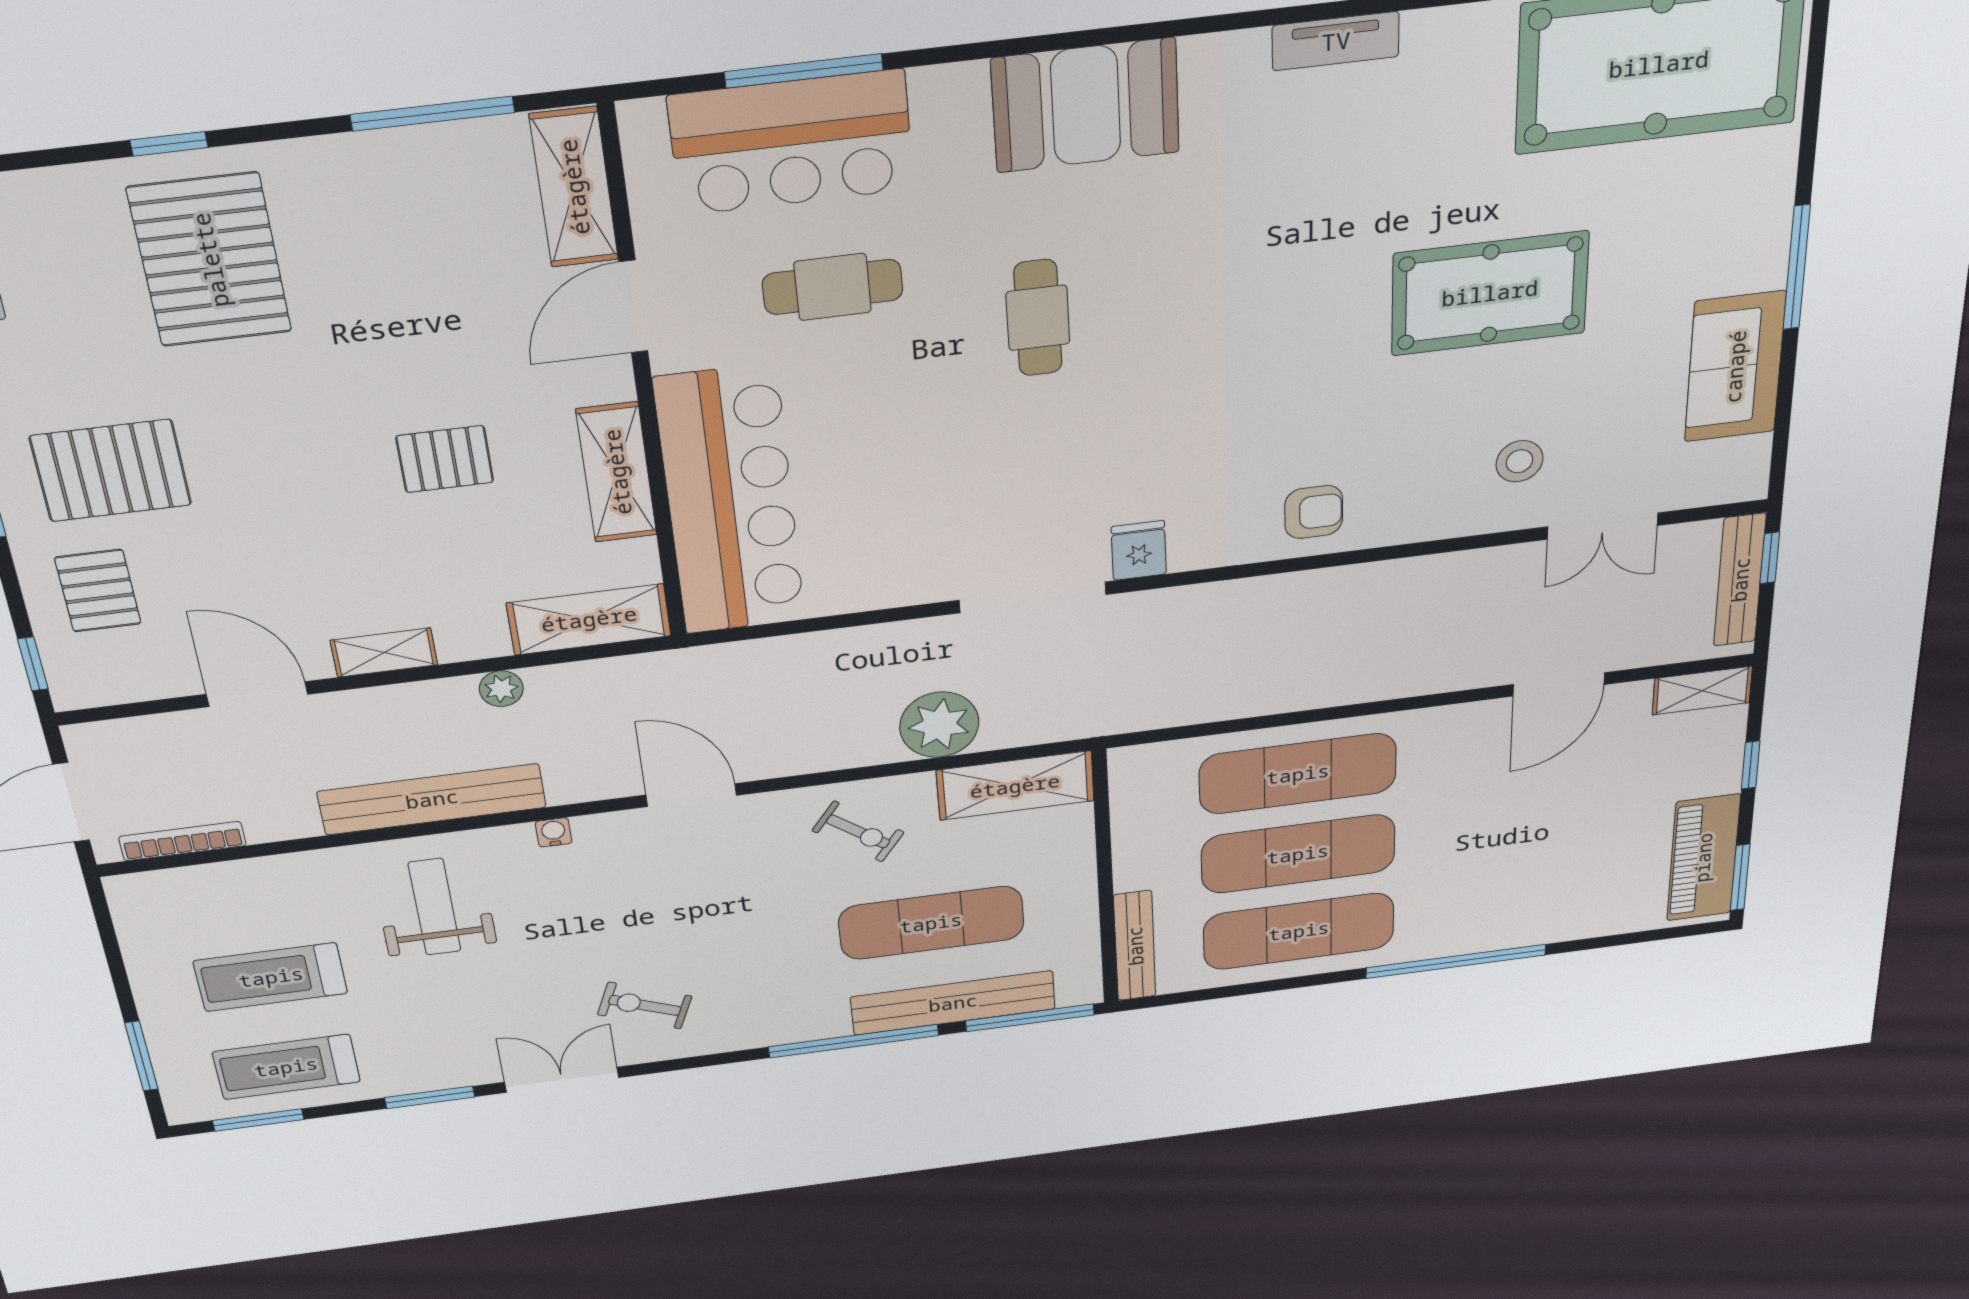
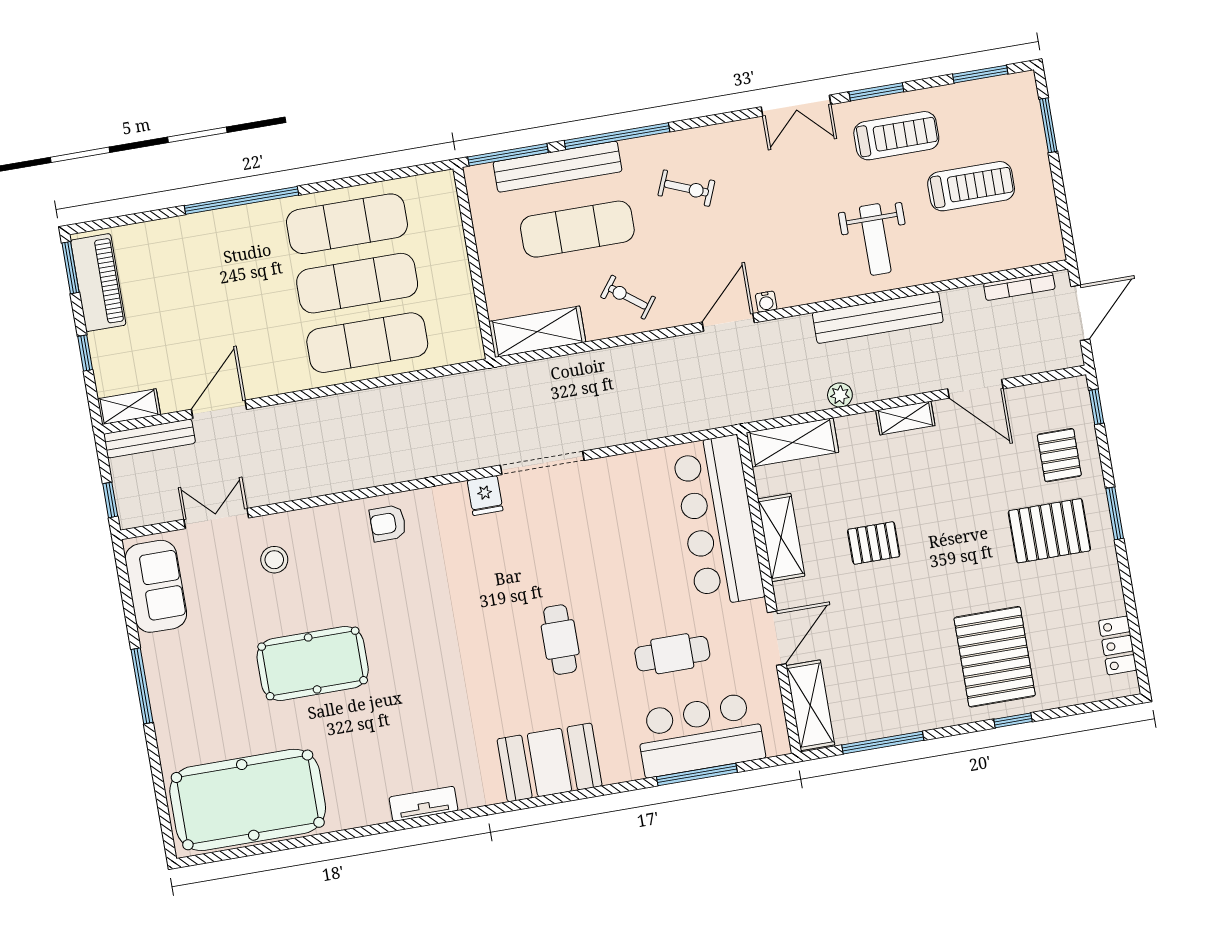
sofa: (1735, 367) -> (156, 586), moved
bench: (1740, 580) -> (149, 438), moved, turned 90
plant: (939, 725) -> (587, 374), removed
door: (691, 795) -> (728, 322), swing flipped
water cooler: (554, 832) -> (766, 302), moved
bench: (1135, 946) -> (449, 212), removed
exercise bike: (645, 1005) -> (686, 188), moved
treadmill: (286, 1067) -> (896, 136), moved

